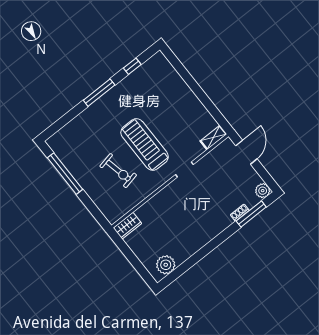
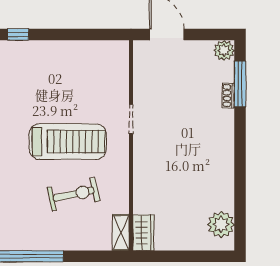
window: (182, 71) -> (18, 34), added
shelving: (213, 137) -> (121, 232), moved
treadmill: (145, 145) -> (68, 142), turned 180

